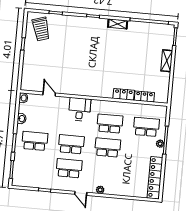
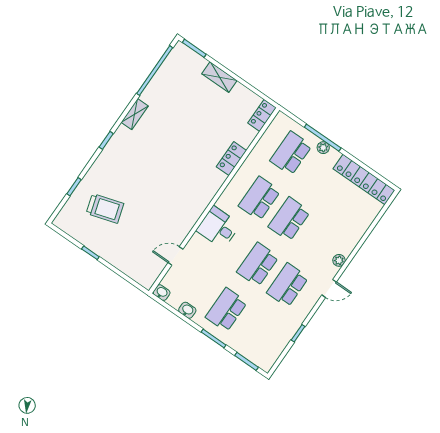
trolley: (41, 29) -> (105, 208), moved
locker: (144, 97) -> (262, 115), moved

